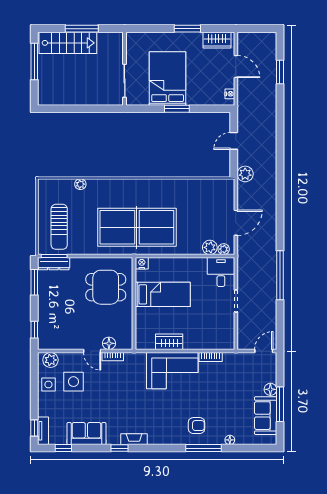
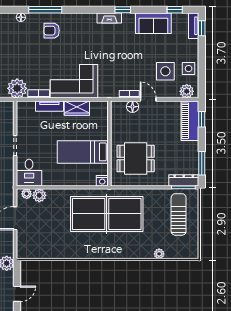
piano: (47, 328) -> (190, 121), added
tv unit: (199, 344) -> (49, 106), added
plant: (234, 363) -> (17, 88), added

